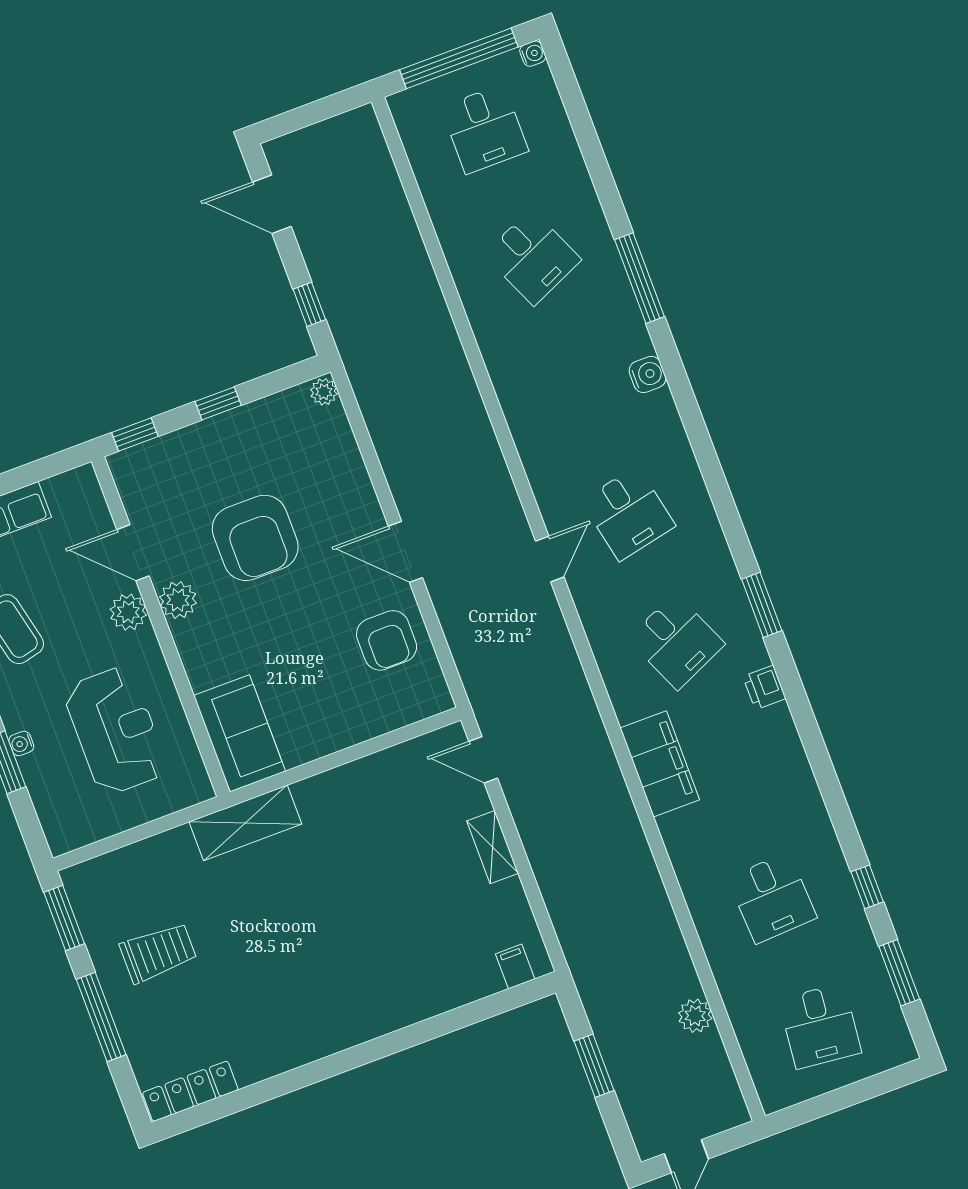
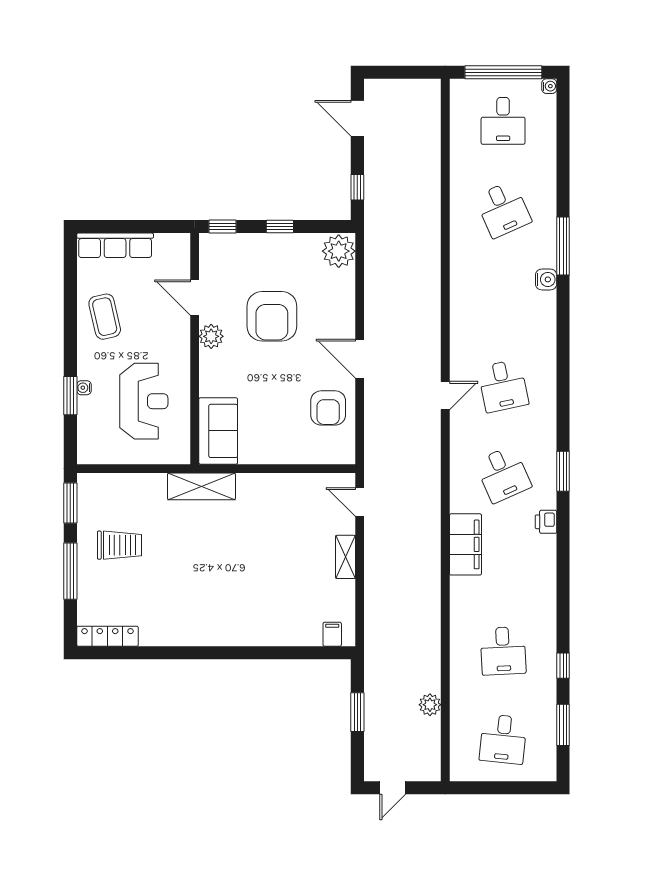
water cooler: (647, 374) -> (546, 279), moved
plant: (324, 392) -> (339, 251), width x1.87, depth x1.87
plant: (128, 612) -> (178, 332), removed

